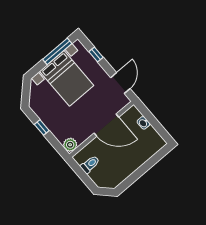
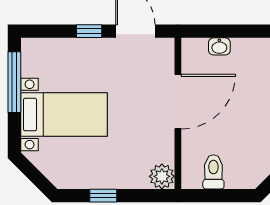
window: (96, 55) -> (89, 31), moved
bed with nightstands: (67, 78) -> (64, 114), width x0.73

